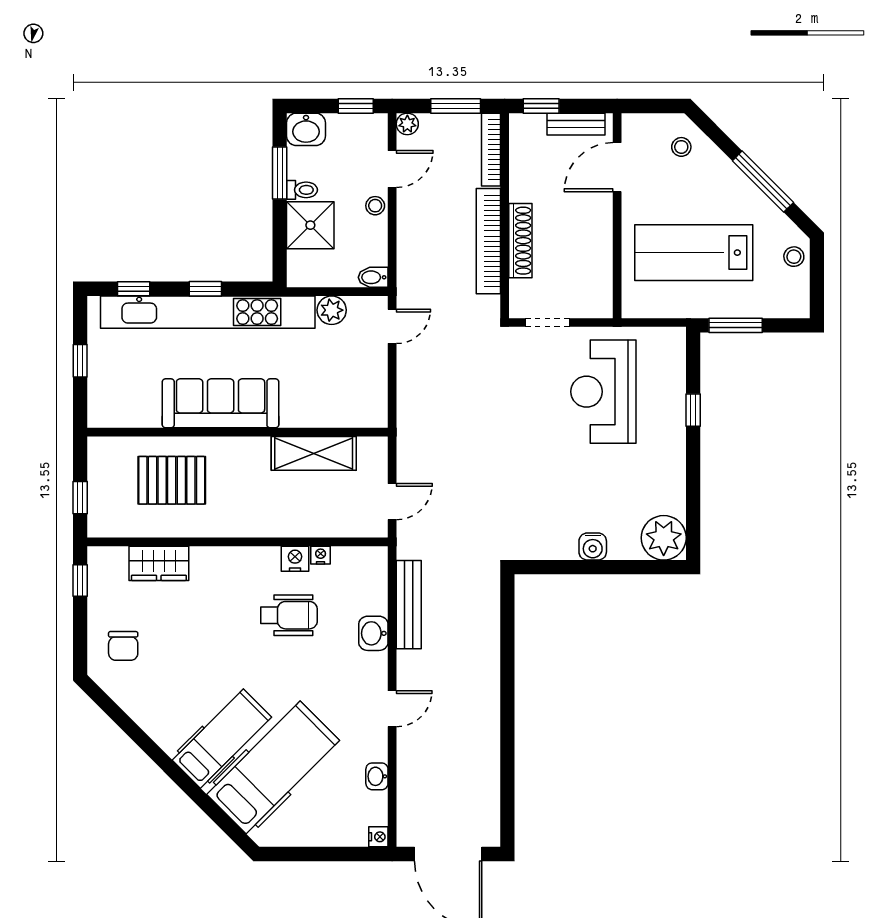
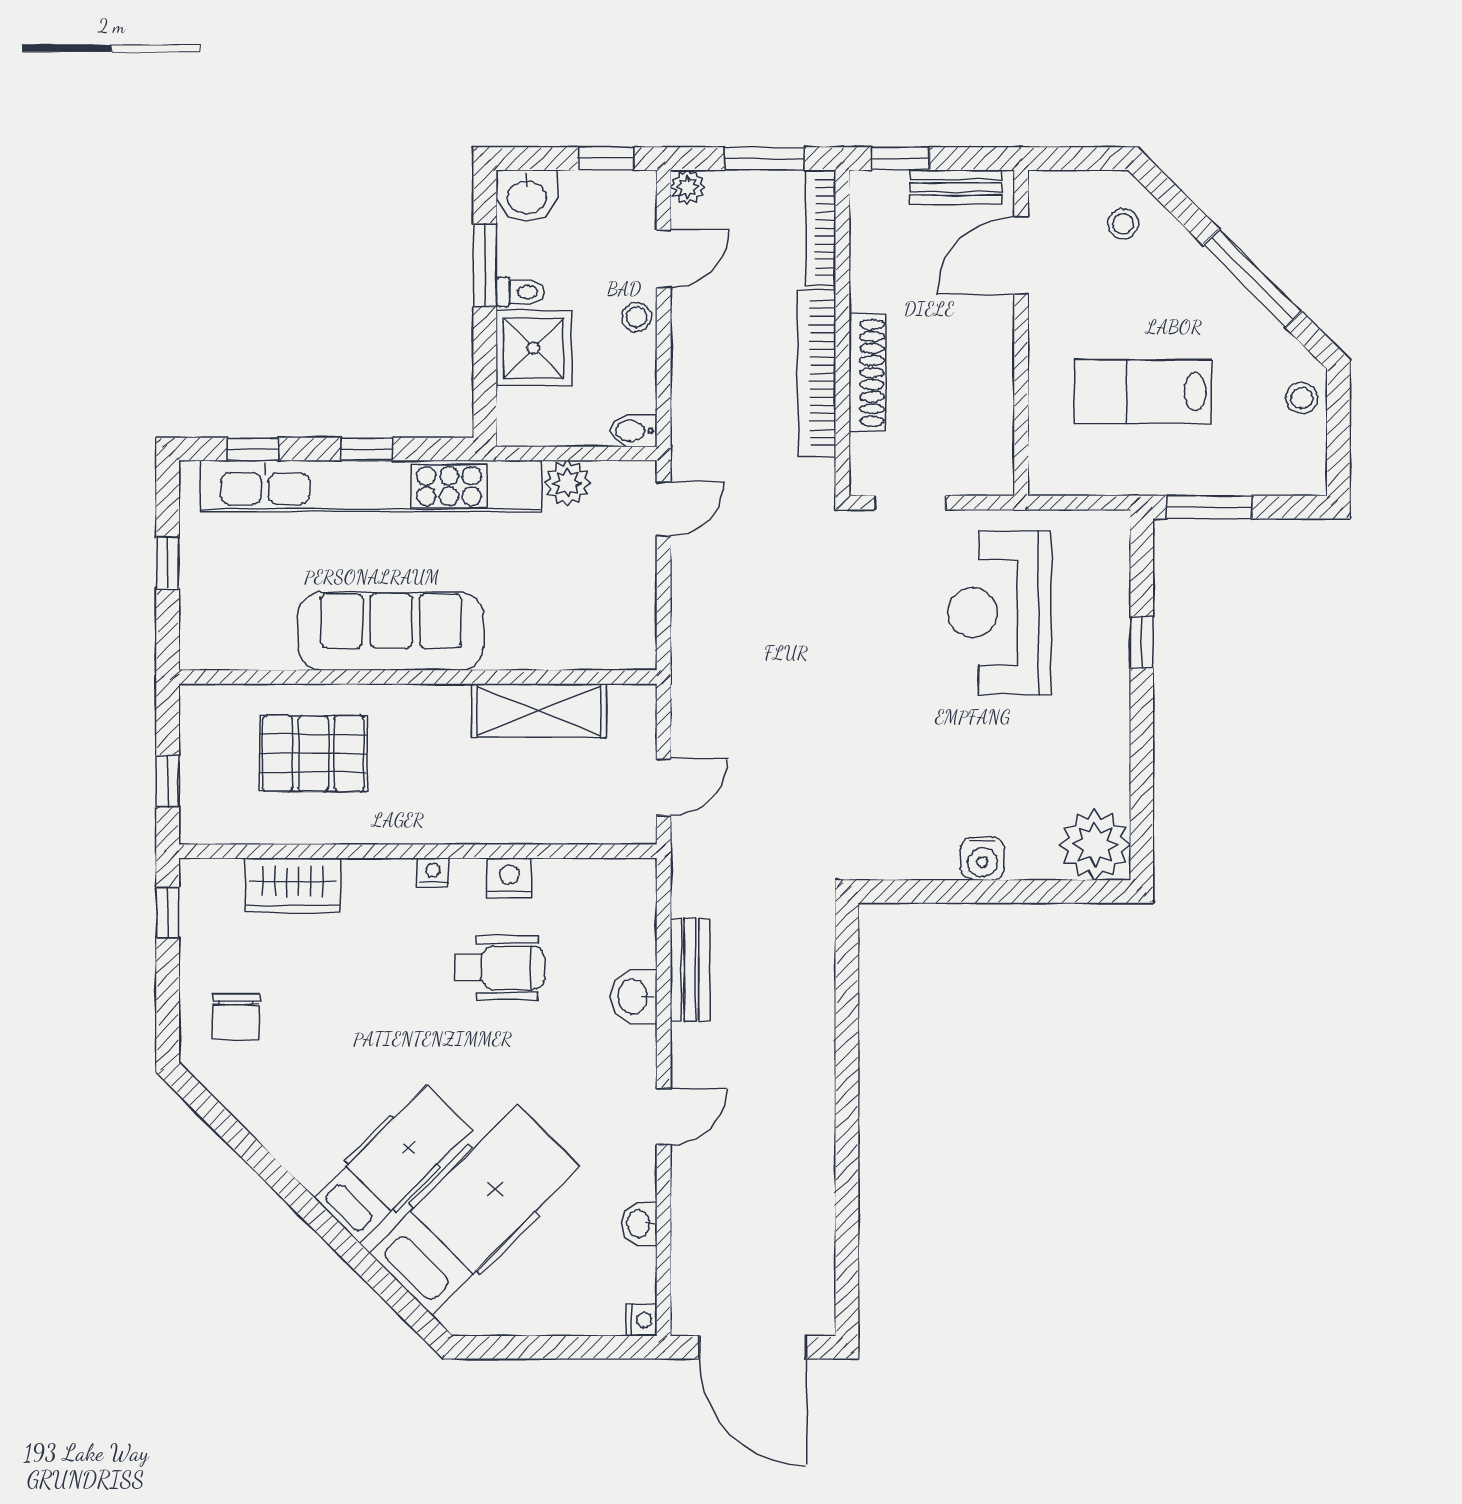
lab bench: (694, 253) -> (1143, 392), width x0.73, depth x0.72
nightstand: (321, 555) -> (433, 872), moved
bench: (409, 605) -> (690, 970), width x0.73

